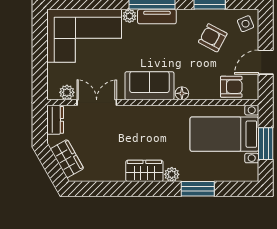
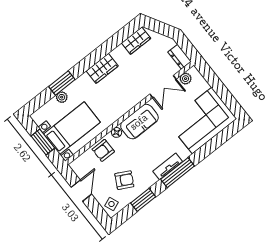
plant: (130, 16) -> (184, 154), removed
armchair: (231, 87) -> (103, 150), moved
wardrobe: (67, 159) -> (136, 41), moved, turned -60
plant: (172, 174) -> (62, 97), moved

